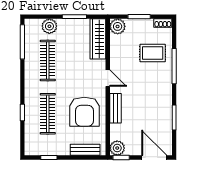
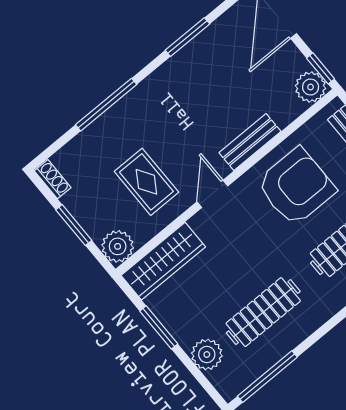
rug: (153, 53) -> (146, 182), moved

